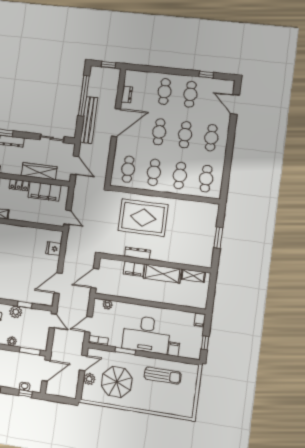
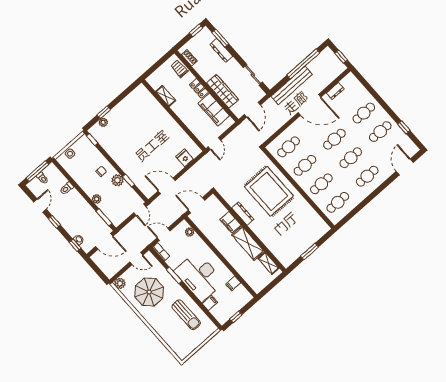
filing cabinet: (200, 320) -> (233, 284), moved
plant: (89, 379) -> (120, 283), moved

